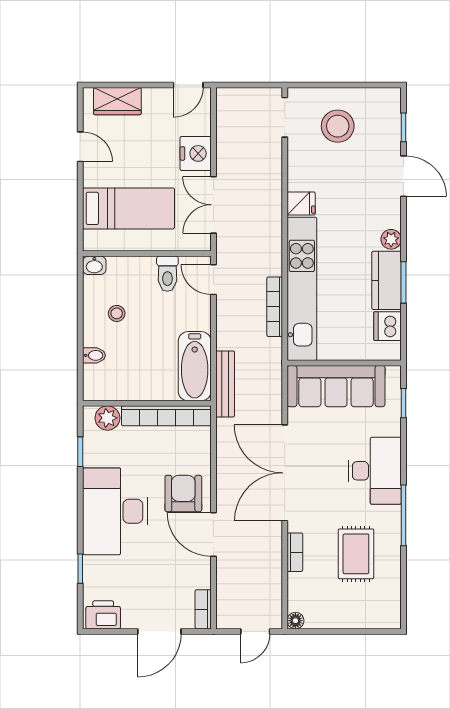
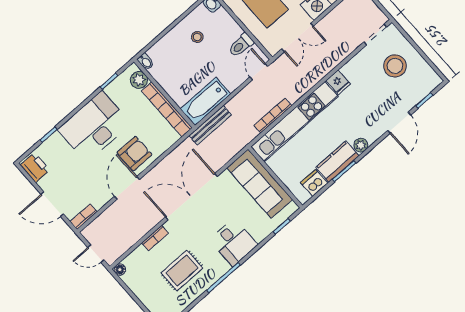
double door: (213, 205) -> (298, 38), swing flipped
bidet: (94, 355) -> (146, 62), moved
desk: (375, 471) -> (234, 242), width x0.73

